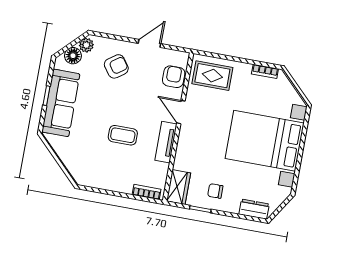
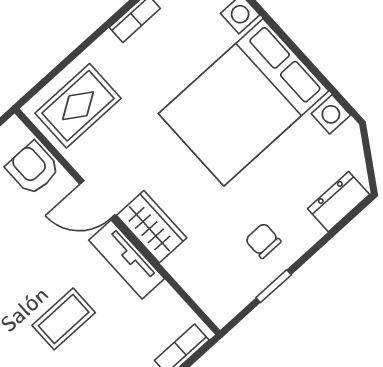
wardrobe: (179, 187) -> (152, 227), moved
chair: (215, 191) -> (263, 241), turned 90

